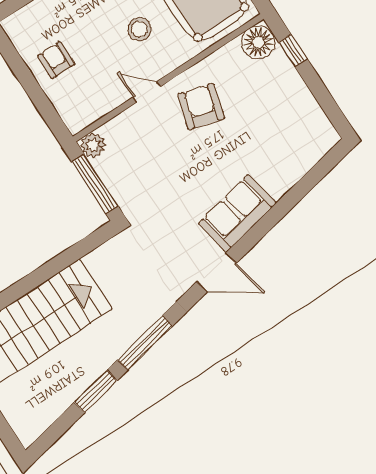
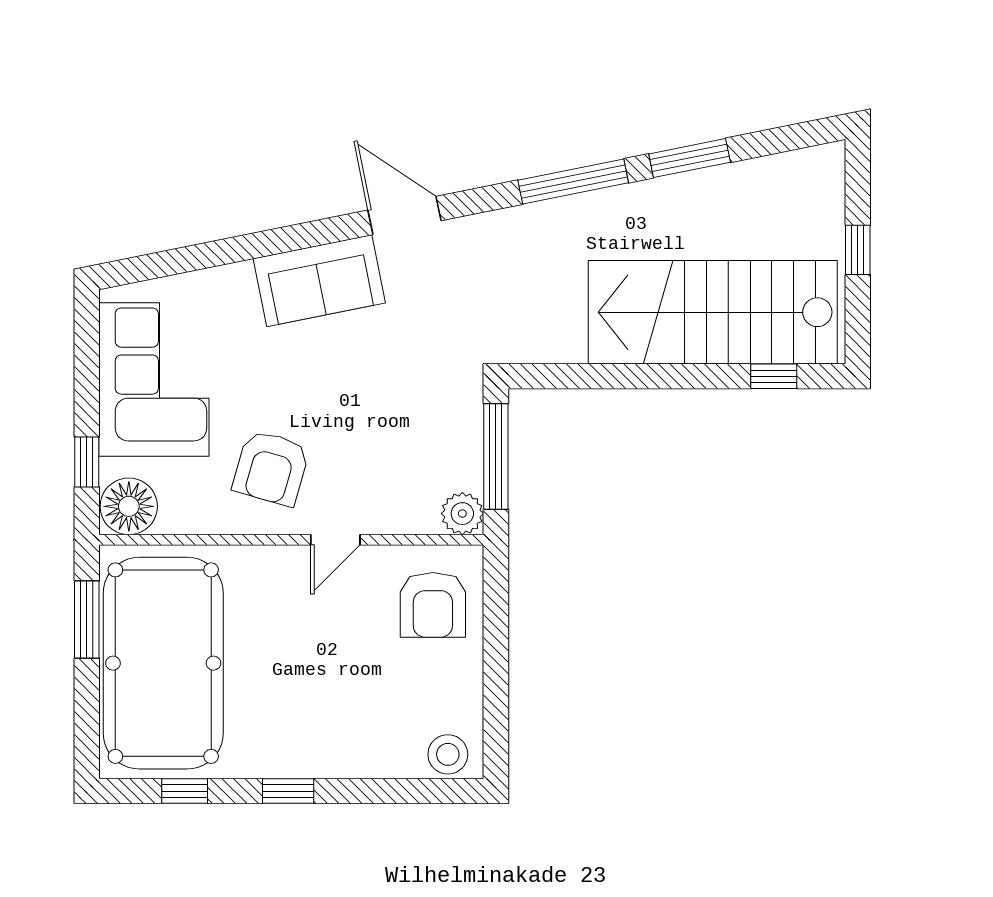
stool: (139, 29) -> (448, 754), moved
armchair: (56, 60) -> (433, 605), moved, width x1.38, depth x1.38
door: (147, 92) -> (335, 540), hinge flipped
corner sofa: (286, 112) -> (154, 380), added

